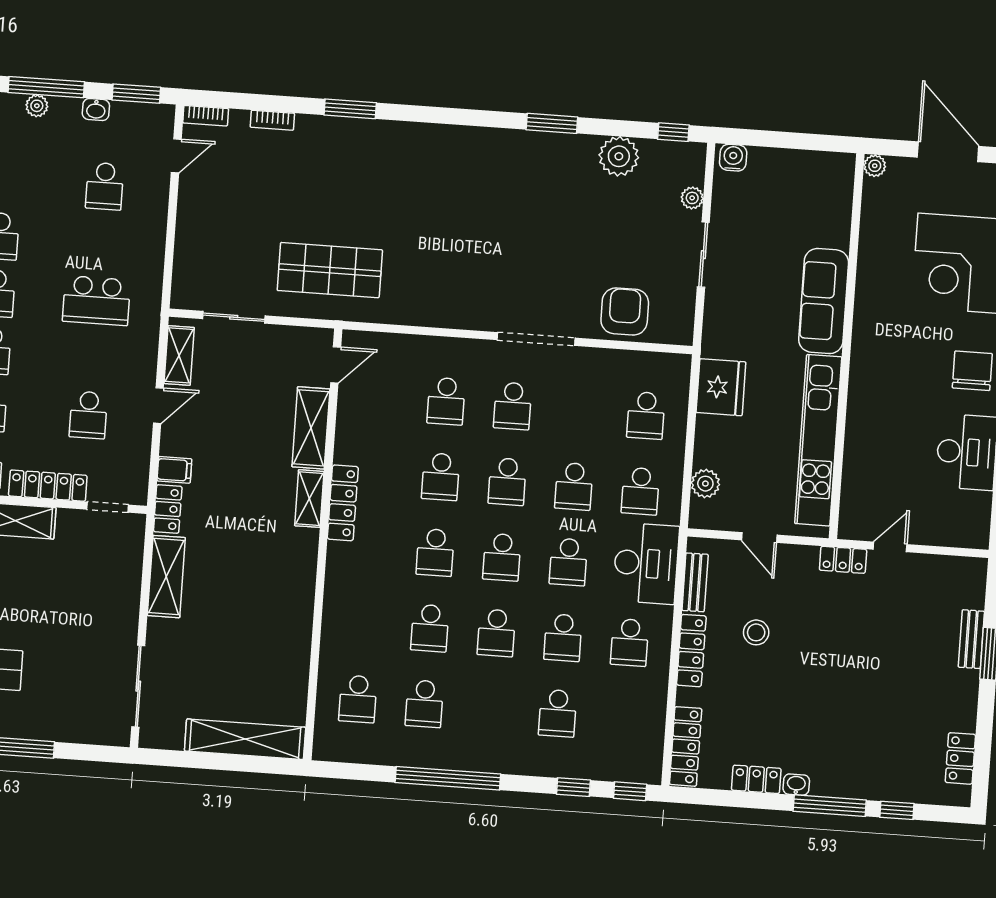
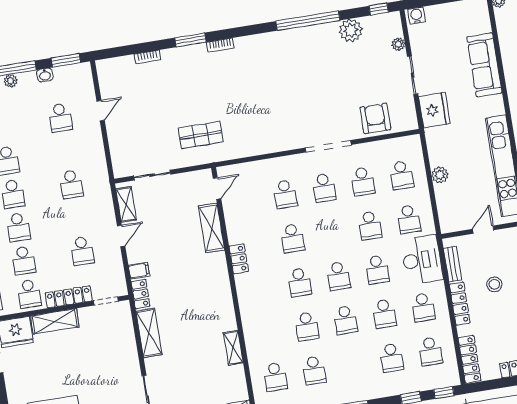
bookcase: (206, 116) -> (220, 45), moved
window: (552, 123) -> (308, 21), width x2.11
door: (176, 156) -> (101, 111), moved
shop shelf: (330, 270) -> (201, 135), width x0.70, depth x0.74
school desk: (96, 301) -> (71, 184), width x0.54
sofa: (824, 301) -> (484, 65), moved
fridge: (721, 387) -> (434, 110), moved
school desk: (507, 482) -> (363, 181), moved
plant: (705, 484) -> (440, 175), moved
shelving: (309, 499) -> (233, 348), moved
locker: (343, 503) -> (239, 259), width x0.66
door: (759, 537) -> (483, 230), swing flipped
school desk: (624, 718) -> (430, 351), added

